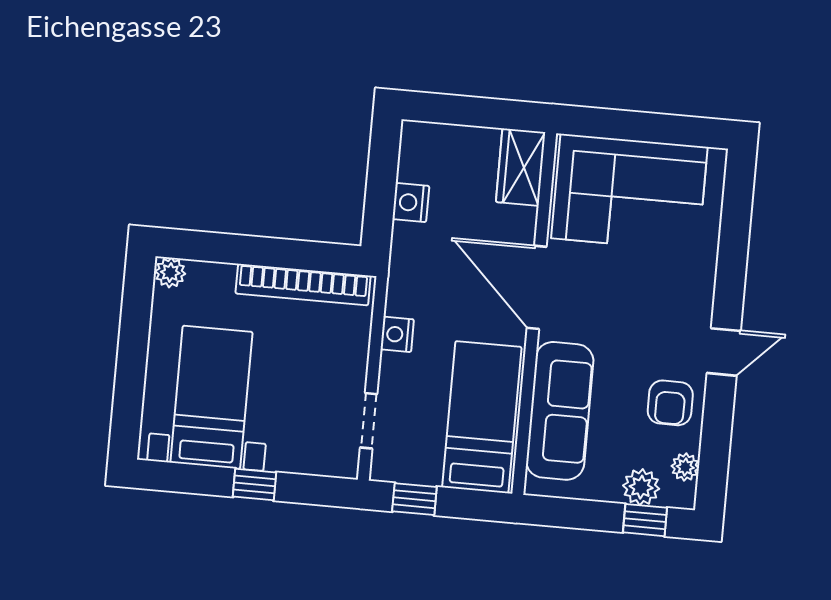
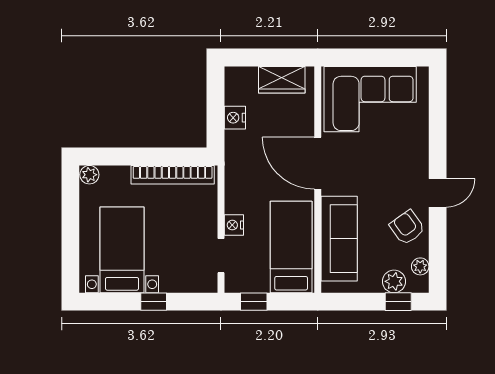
wardrobe: (521, 167) -> (282, 80), moved, turned -90
nightstand: (397, 334) -> (234, 225), moved
armchair: (670, 403) -> (407, 227), turned 144

